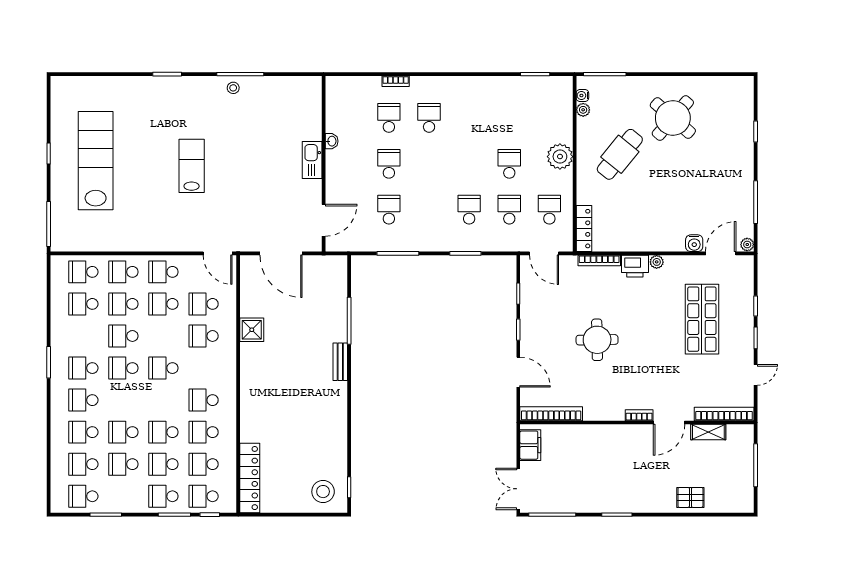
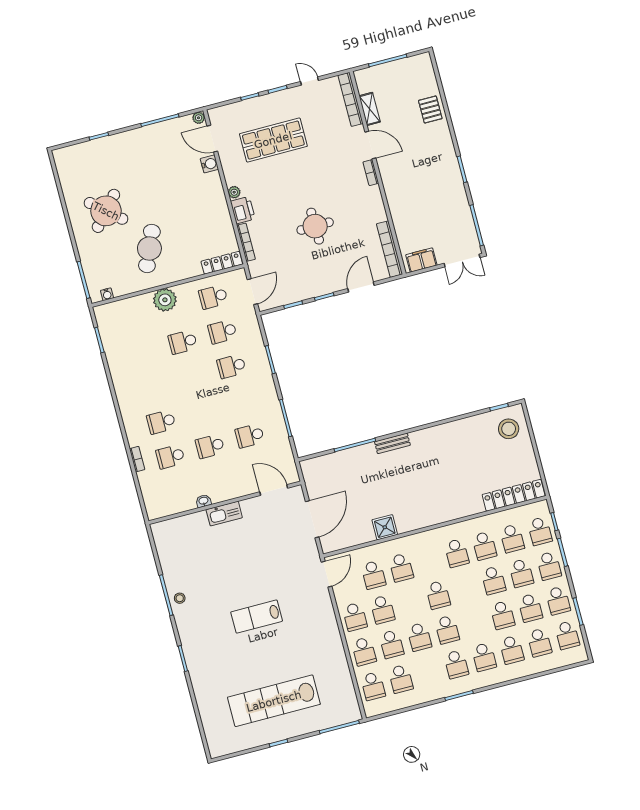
plant: (583, 110) -> (119, 290), removed
cafe table: (620, 154) -> (149, 248), turned 74
school desk: (123, 496) -> (558, 601), added

